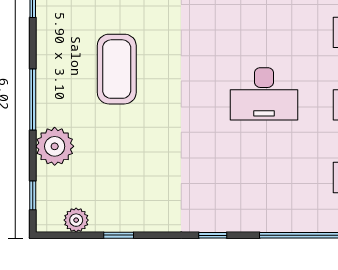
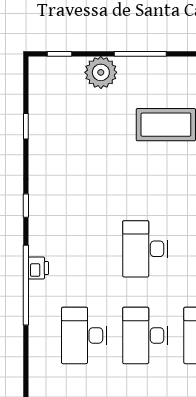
plant: (76, 220) -> (39, 91), removed
printer: (287, 220) -> (38, 268), added

